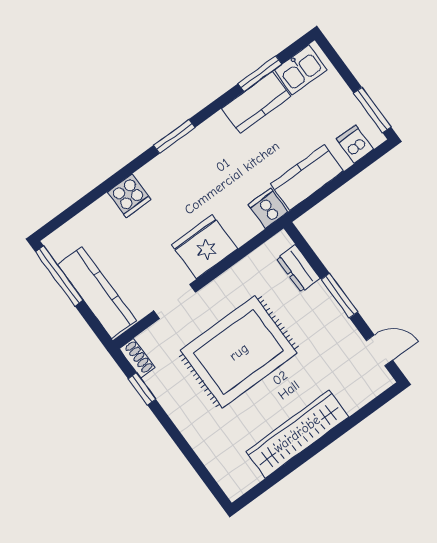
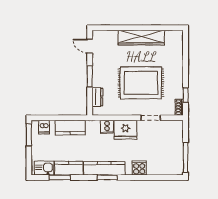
cooker: (268, 208) -> (107, 127), moved
kitchen counter: (97, 292) -> (104, 168), moved, turned 90

